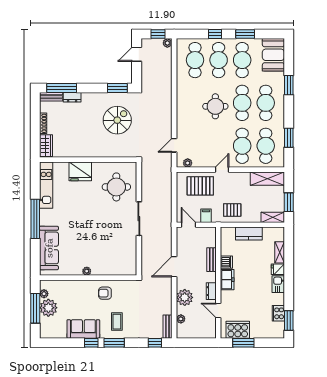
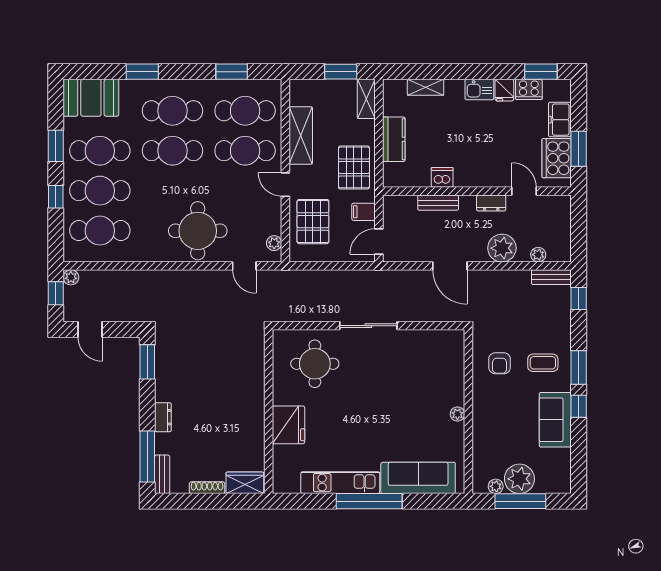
dresser: (72, 97) -> (163, 417), moved
round table: (215, 106) -> (198, 231), moved, width x1.36, depth x1.36
spiral stairs: (117, 120) -> (202, 362), removed
shelving: (267, 179) -> (301, 135), moved
kitchen unit: (46, 185) -> (340, 483), moved
pallet: (232, 210) -> (354, 167), width x1.50, depth x1.42
fridge: (278, 269) -> (504, 90), moved
freezer: (227, 280) -> (560, 120), moved, turned -90
armchair: (105, 293) -> (500, 363), moved
door: (218, 310) -> (524, 191), swing flipped

